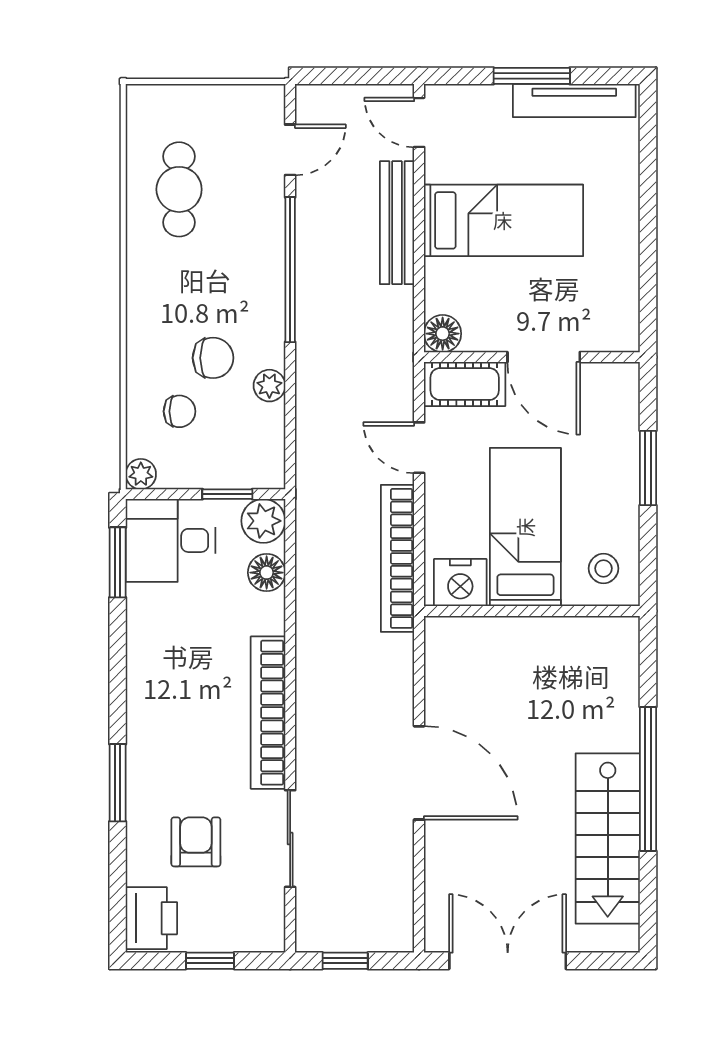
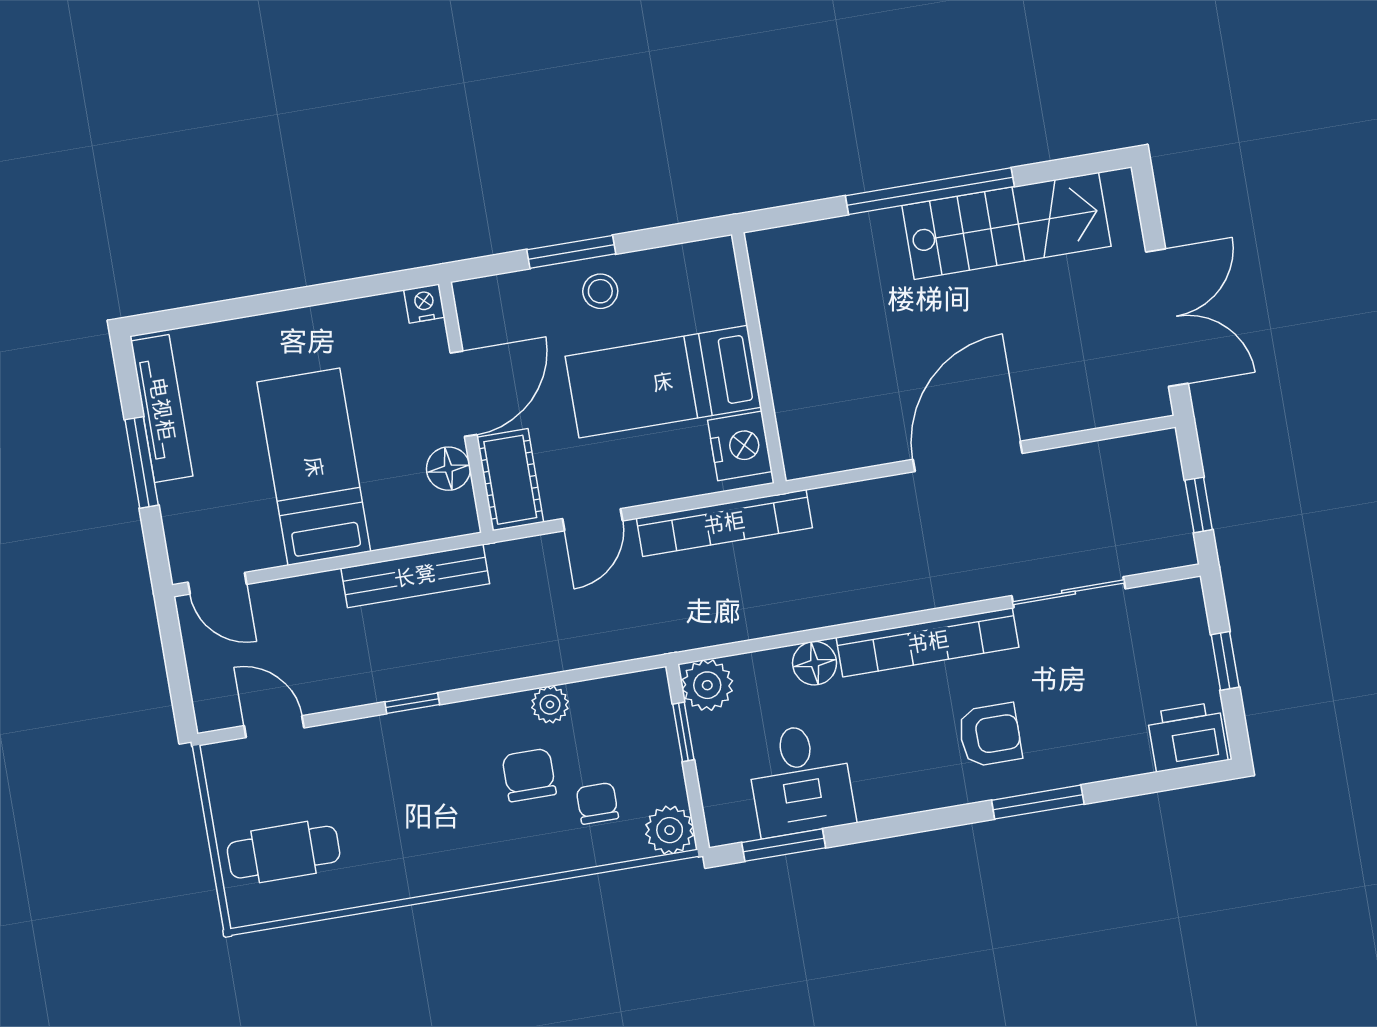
door: (419, 122) -> (217, 583), hinge flipped
cafe table: (179, 189) -> (284, 852), moved
bench: (397, 223) -> (415, 576), moved
window: (290, 270) -> (412, 703), width x0.32
floor lamp: (443, 334) -> (448, 469), moved
nightstand: (625, 337) -> (424, 303), added
plant: (141, 474) -> (670, 830), width x1.38, depth x1.38
desk: (170, 540) -> (800, 780), moved
stool: (604, 568) -> (600, 291), moved
floor lamp: (267, 573) -> (815, 663), moved
armchair: (196, 842) -> (990, 735), moved, turned 180
double door: (508, 961) -> (1167, 318), swing flipped

